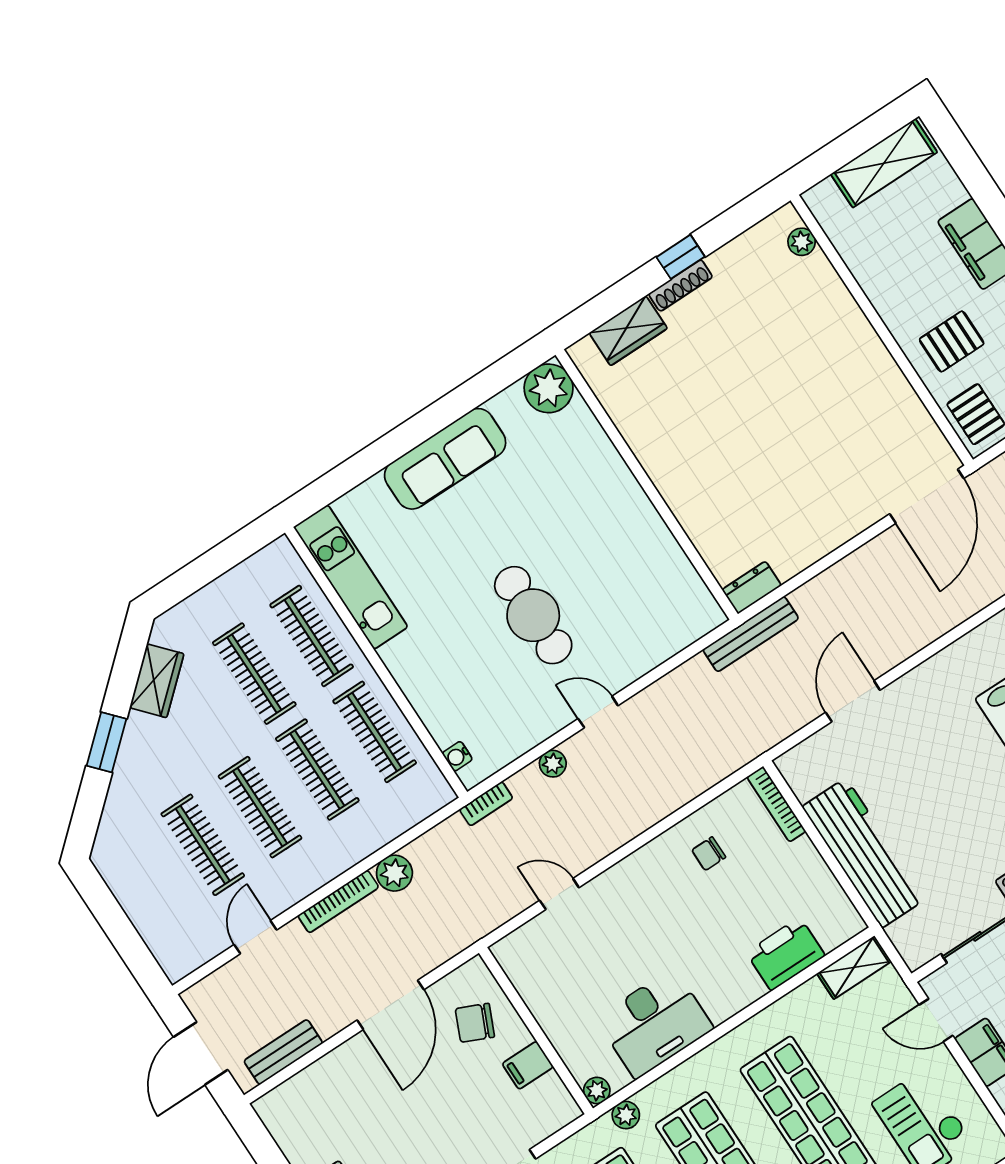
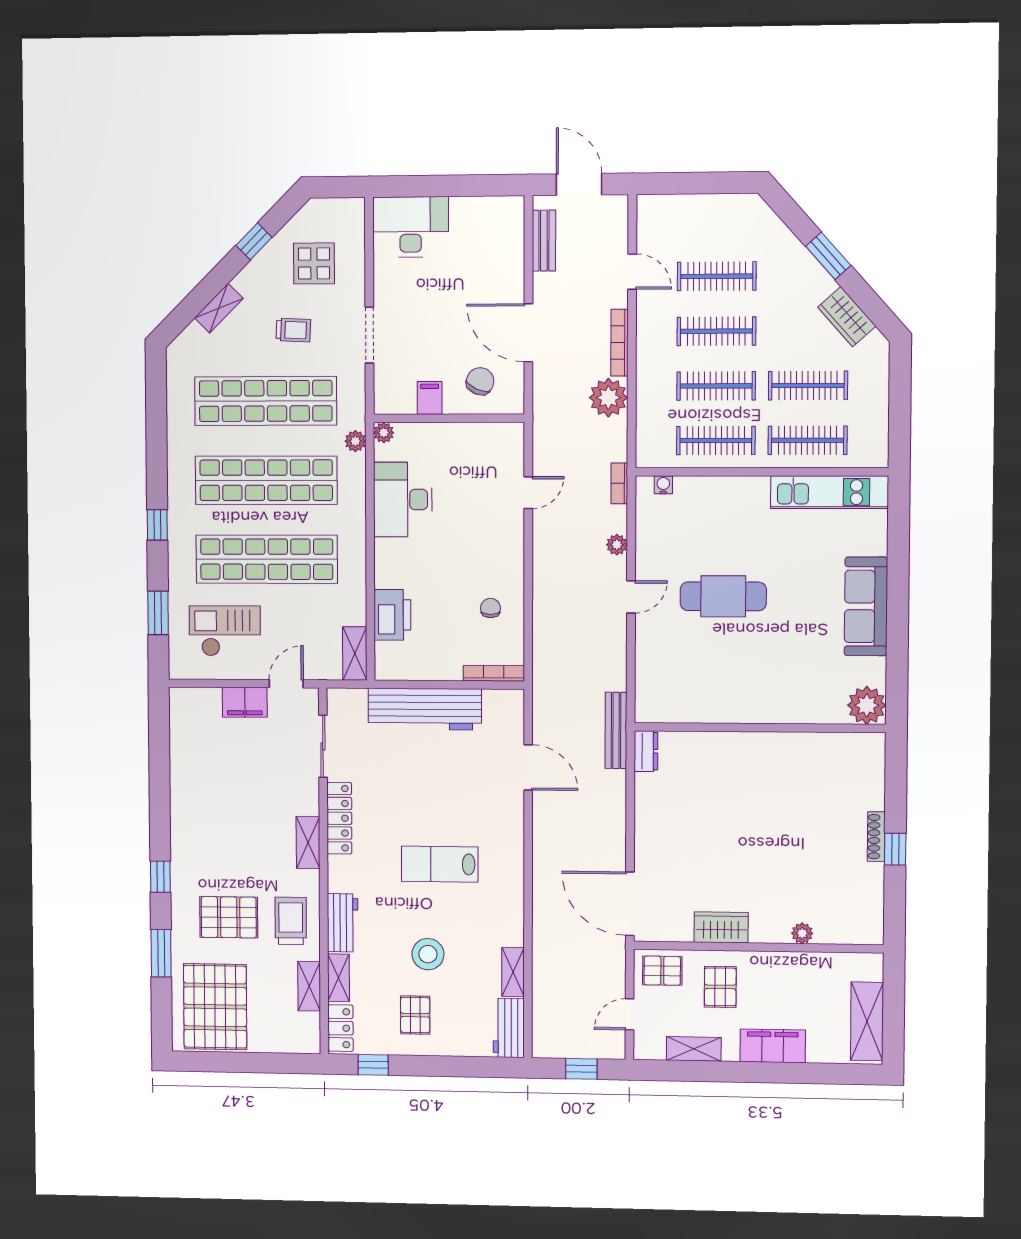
plant: (802, 242) -> (802, 933), moved
wardrobe: (628, 331) -> (721, 927), moved, turned 90
plant: (394, 873) -> (608, 398), width x1.36, depth x1.36

